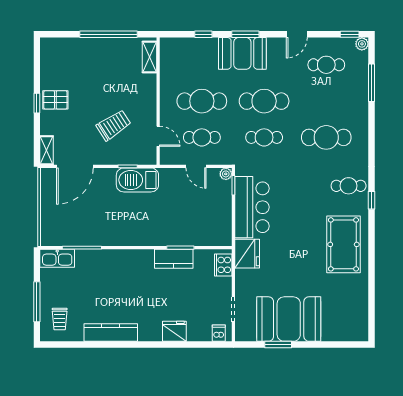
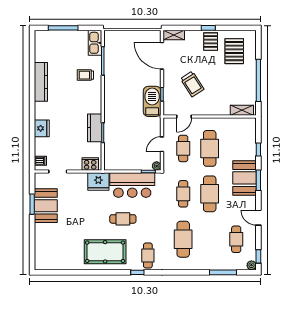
pallet: (69, 68) -> (234, 51), added
cafe table: (298, 220) -> (123, 219), added
trolley: (60, 319) -> (85, 75), moved
booth: (289, 319) -> (46, 206), width x0.73, depth x0.70

